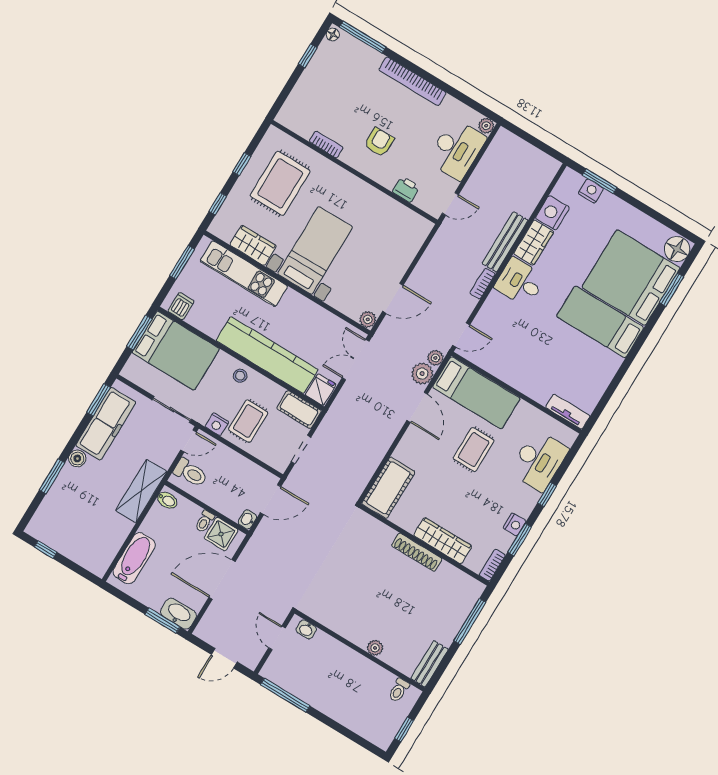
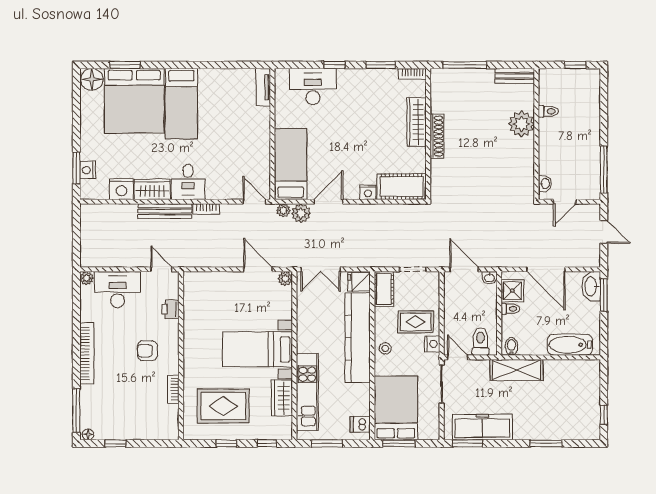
rug: (474, 449) -> (334, 140), removed
boiler: (77, 459) -> (521, 433), removed
nightstand: (514, 524) -> (368, 192), moved, turned 180
plant: (375, 648) -> (521, 124), width x1.88, depth x1.88
toilet: (399, 690) -> (548, 111), moved

